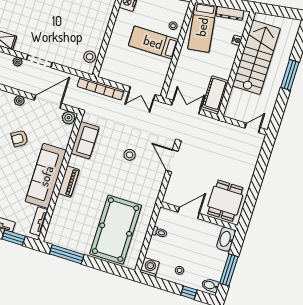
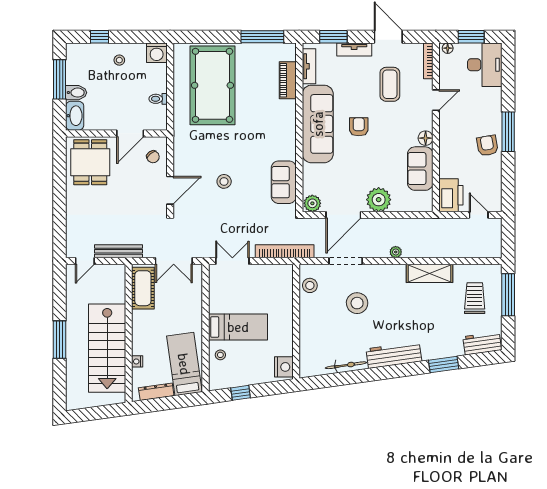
stool: (58, 32) -> (357, 303), added
doorway: (39, 61) -> (346, 261), moved
plant: (19, 101) -> (379, 200), width x1.87, depth x1.87
bench: (225, 127) -> (118, 251), added
armchair: (19, 138) -> (359, 127), moved, turned -57
door: (172, 161) -> (170, 190), hinge flipped
piano: (69, 181) -> (288, 80), moved
chair: (177, 190) -> (153, 157), added
bidet: (210, 285) -> (76, 93), moved

